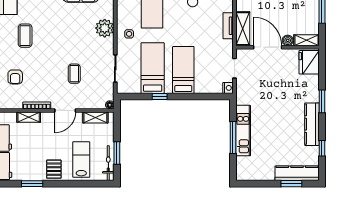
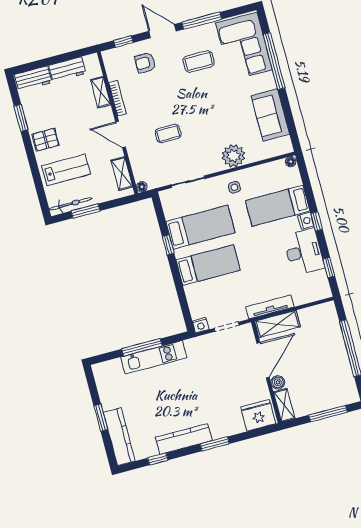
tv unit: (228, 26) -> (270, 307), width x1.41
window: (291, 184) -> (101, 418), moved

